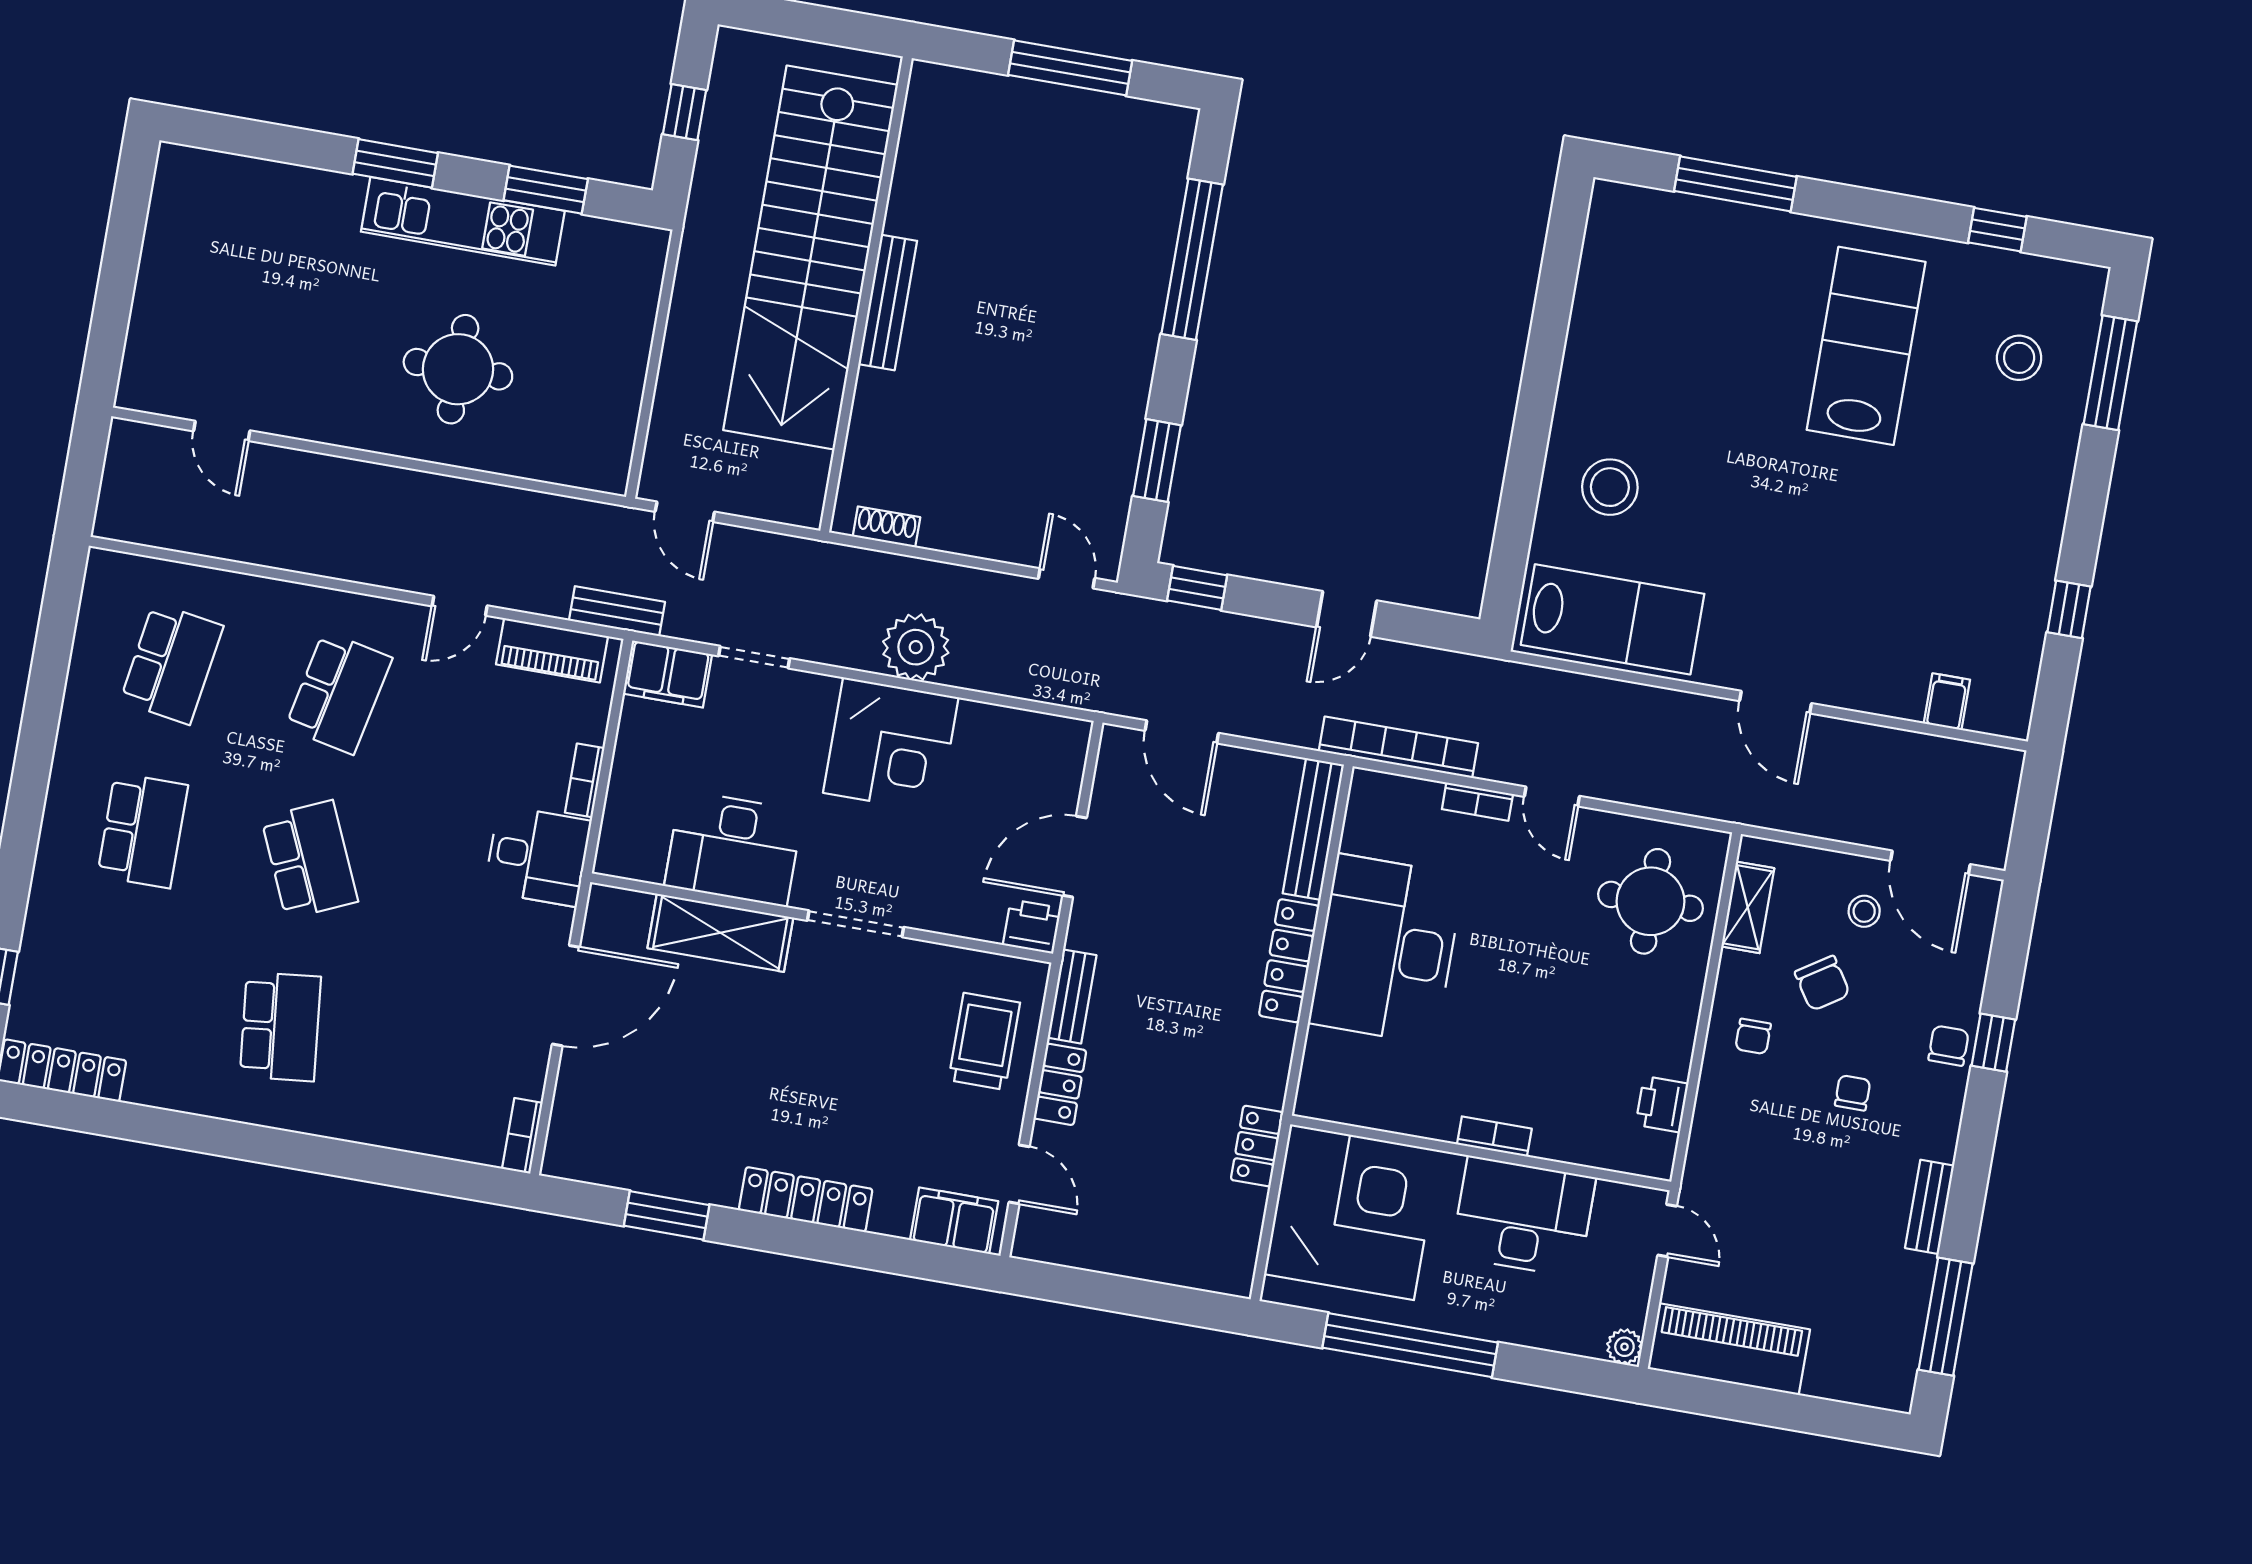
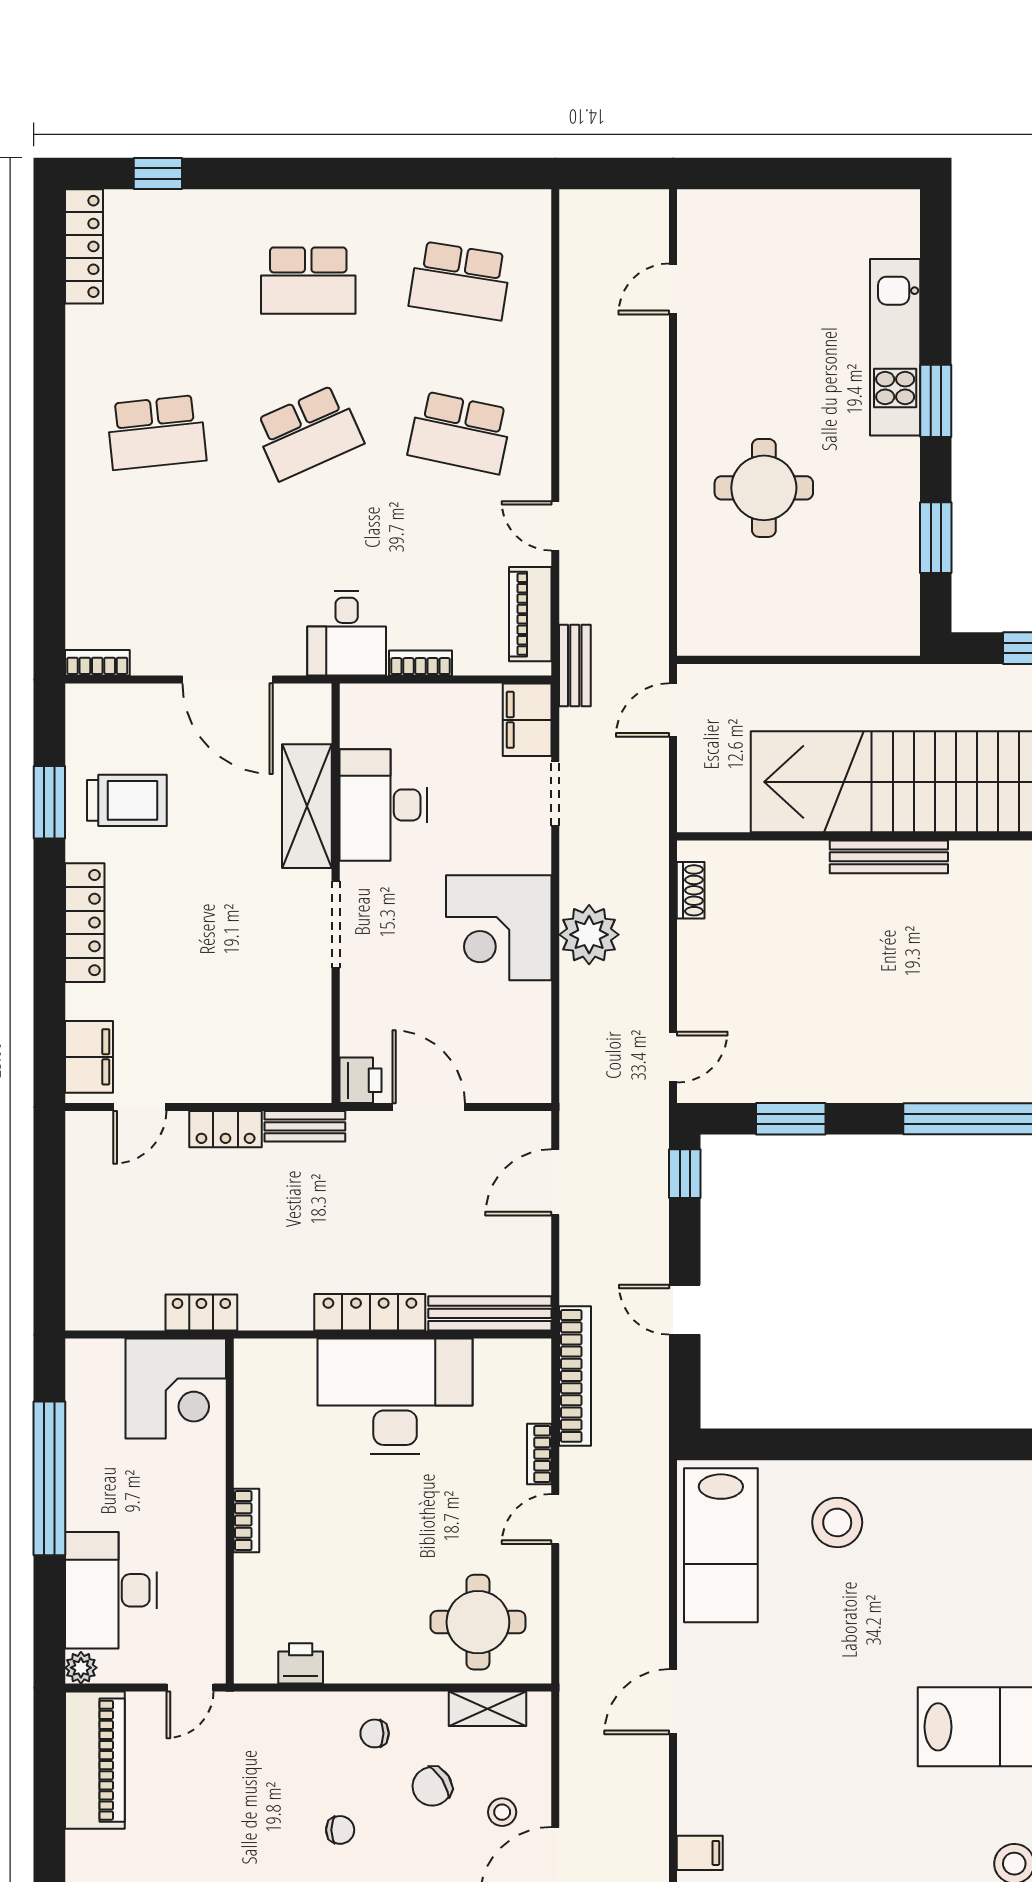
kitchen unit: (463, 221) -> (895, 347), moved
trolley: (984, 1041) -> (127, 800), moved
corner desk: (1352, 1212) -> (176, 1389), width x0.74, depth x0.74
desk: (1523, 1217) -> (111, 1590), moved, turned 180

